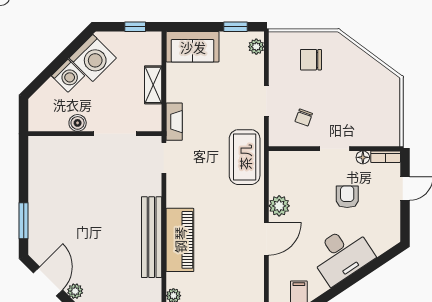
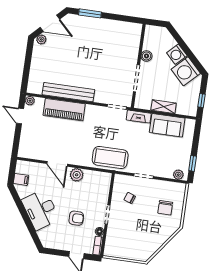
sofa: (193, 47) -> (167, 125), moved, turned -90
chair: (311, 60) -> (165, 208), turned 180

